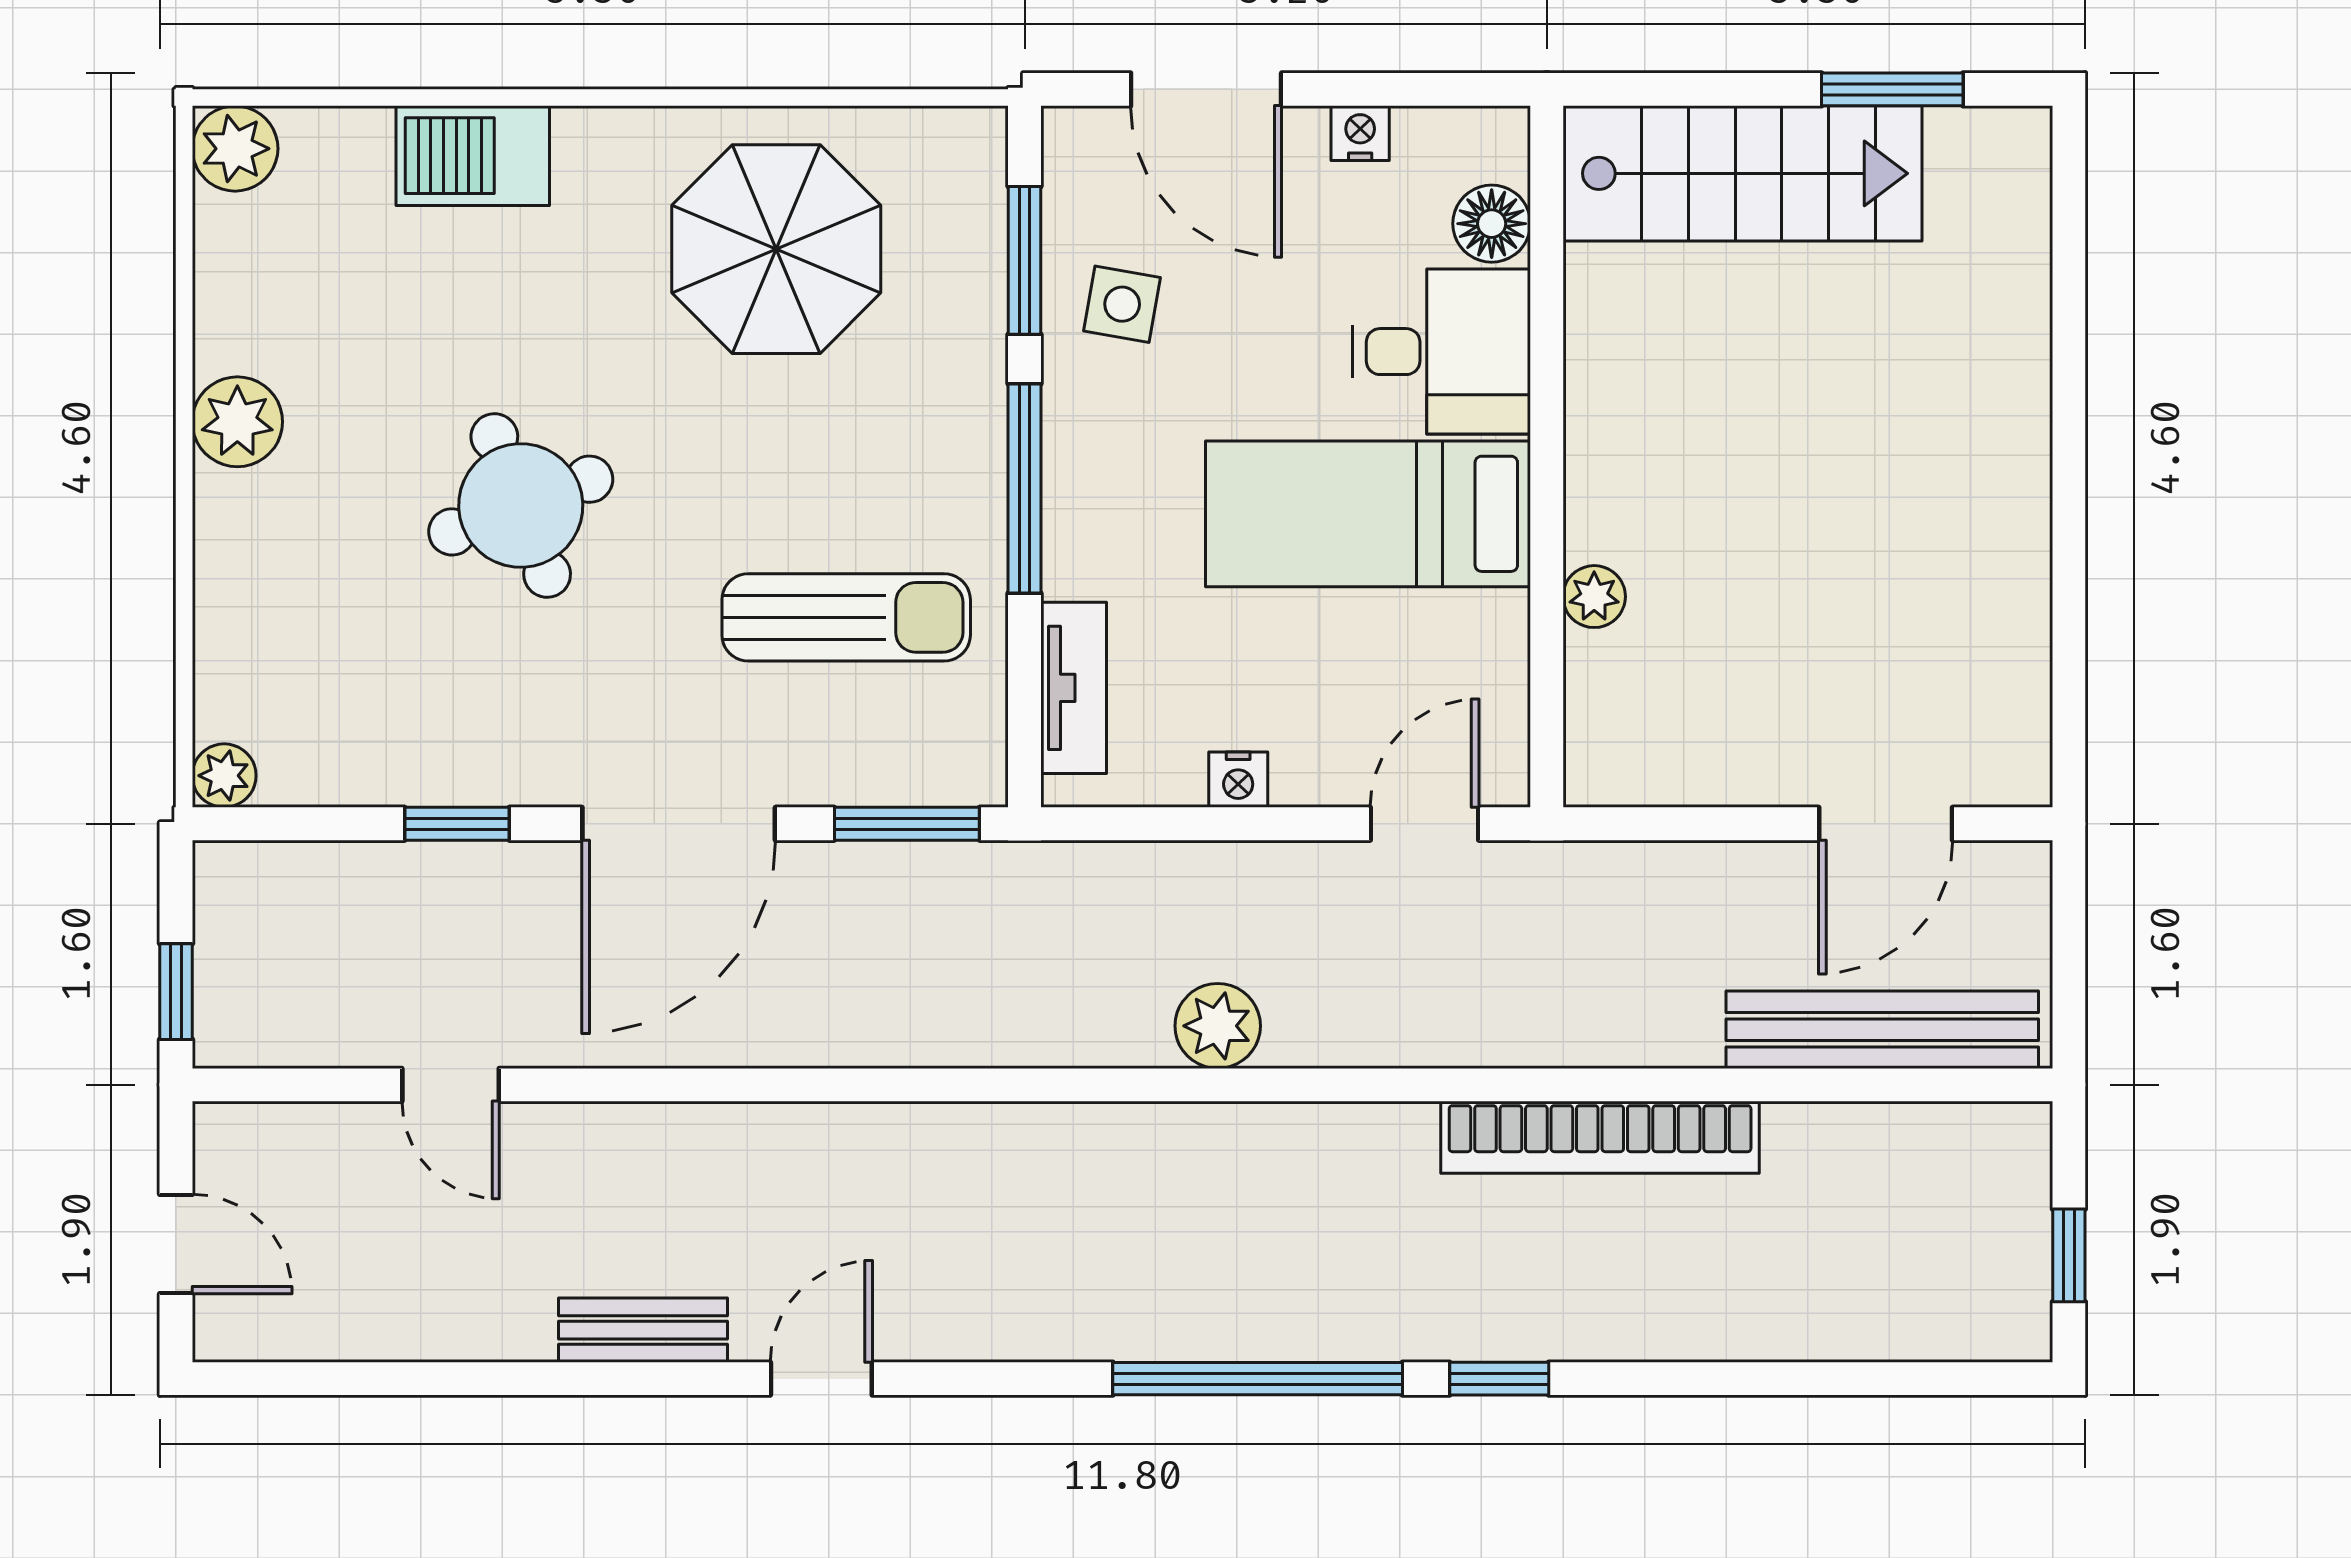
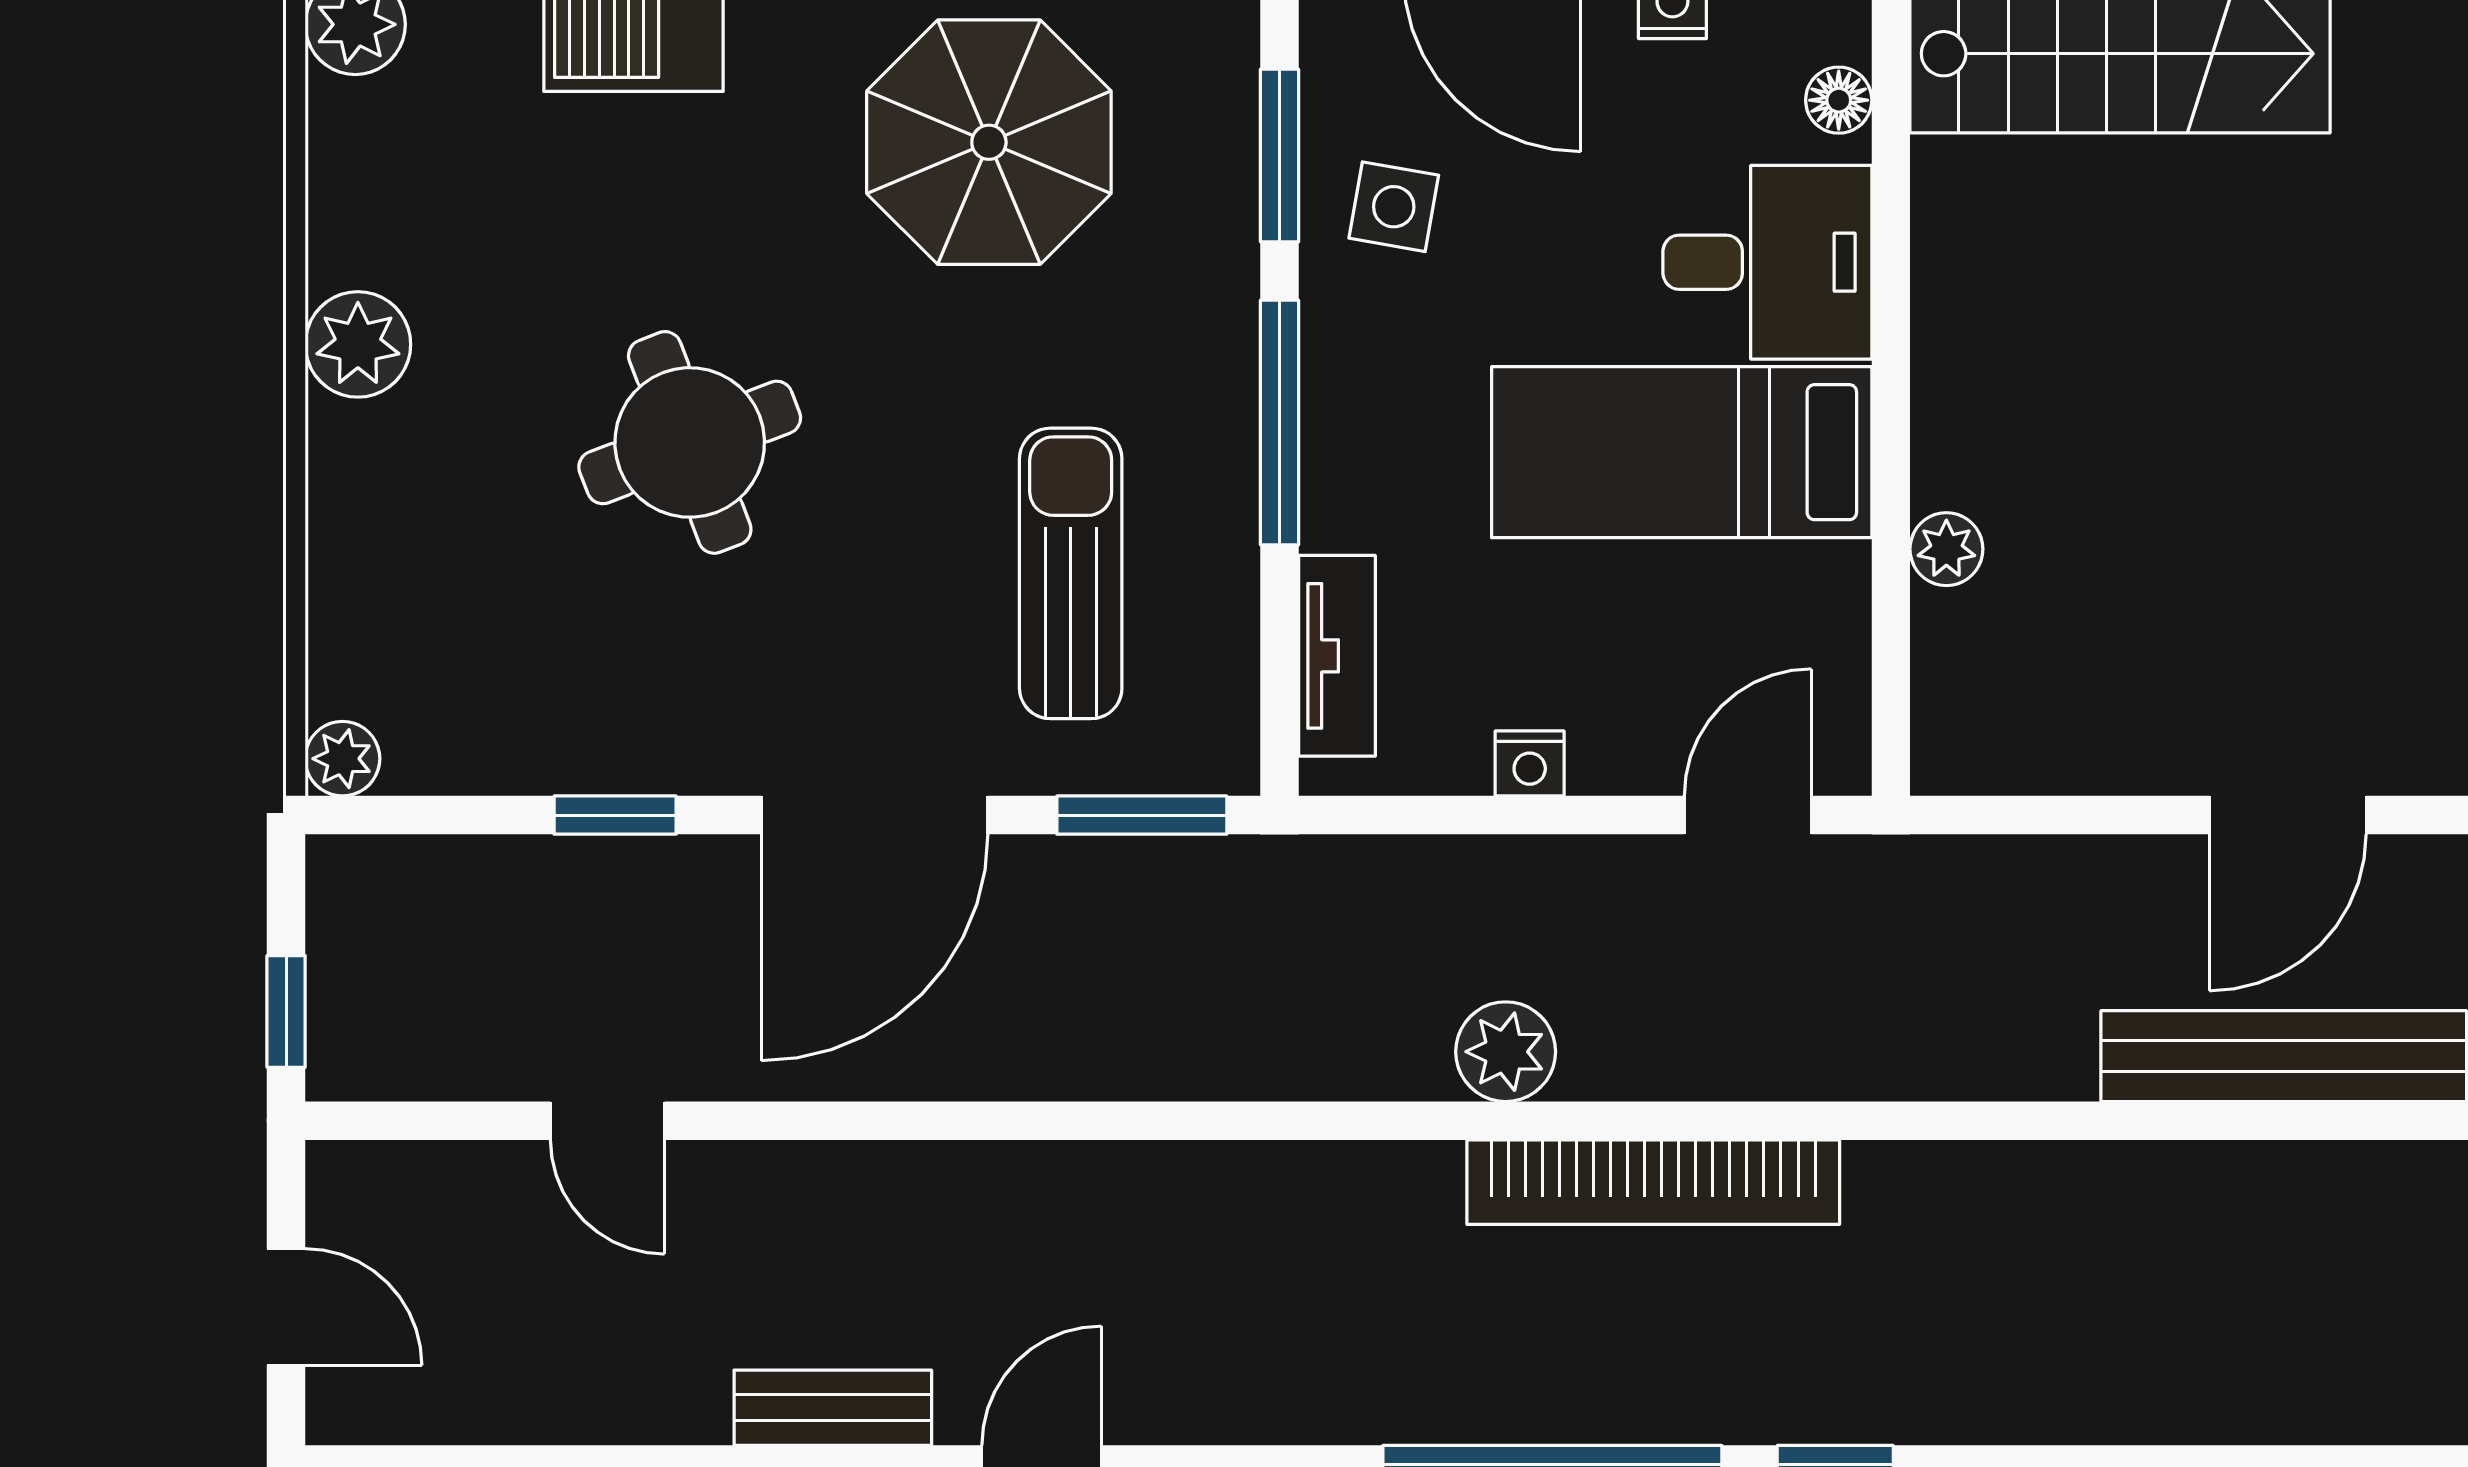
floor lamp: (1492, 224) -> (1839, 100), width x0.73, depth x0.73
sun lounger: (846, 617) -> (1071, 573), turned -90
bookcase: (1600, 1137) -> (1653, 1182), moved

